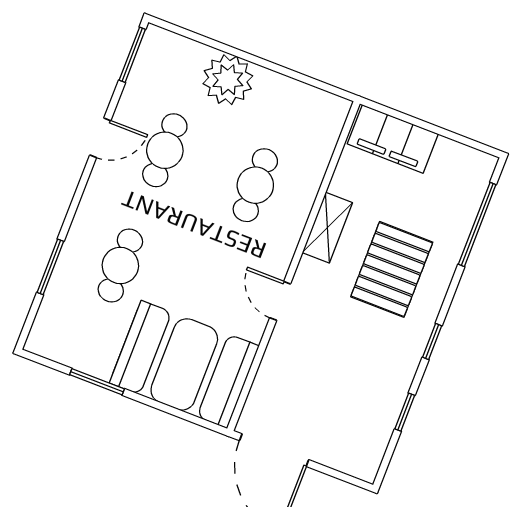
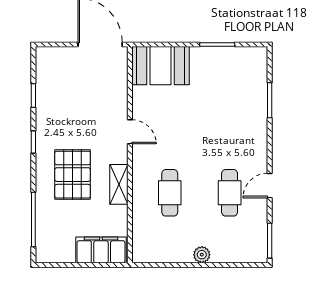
plant: (228, 80) -> (202, 255), width x0.53, depth x0.53
cafe table: (120, 265) -> (230, 117), removed
booth: (184, 364) -> (160, 66), width x0.73, depth x0.70

